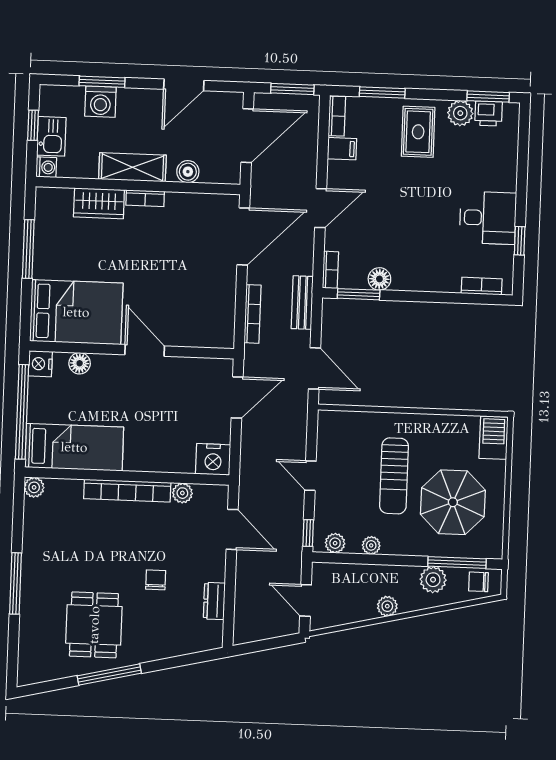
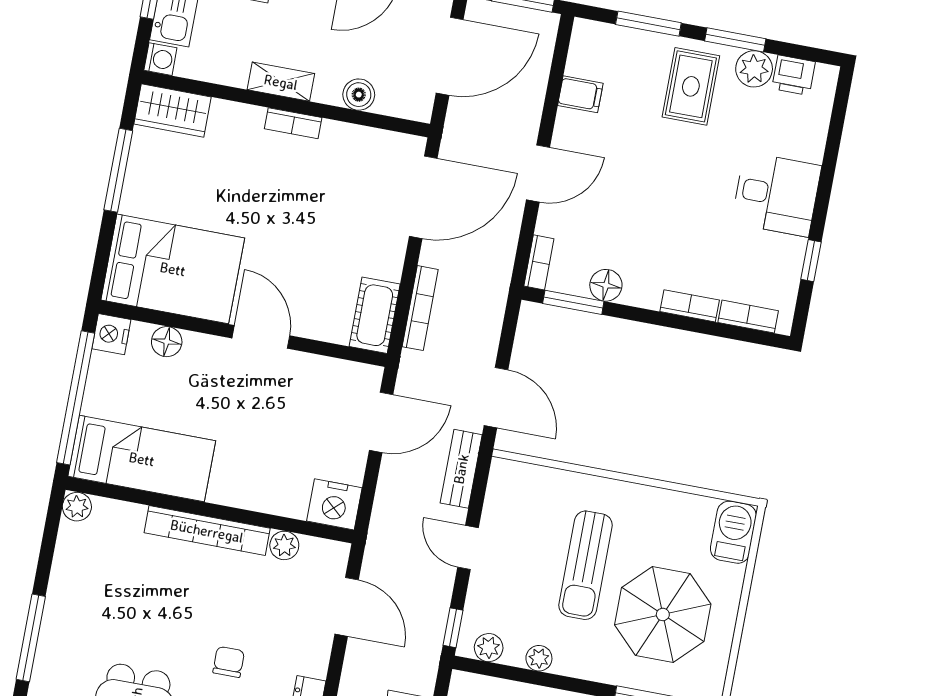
window: (488, 97) -> (735, 40), moved
bookcase: (337, 116) -> (690, 306), moved, turned -90
shelving: (132, 167) -> (281, 82), width x0.67, depth x0.75
wardrobe: (99, 203) -> (172, 111), moved
desk: (488, 218) -> (776, 194), moved
bench: (302, 303) -> (461, 469), moved
cot: (222, 324) -> (375, 315), added

